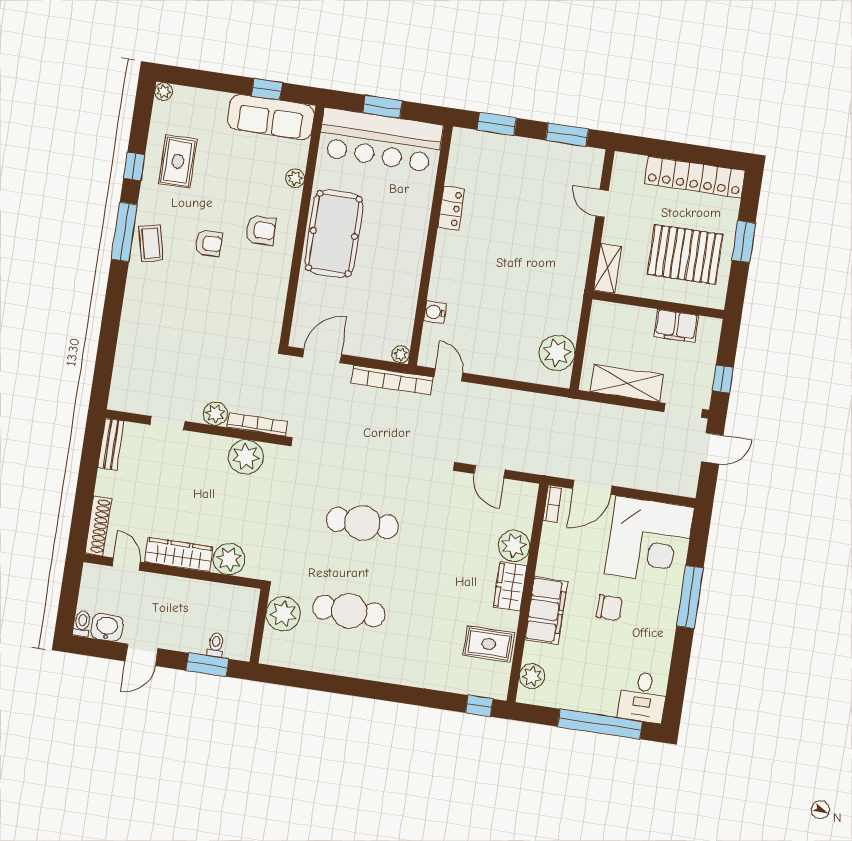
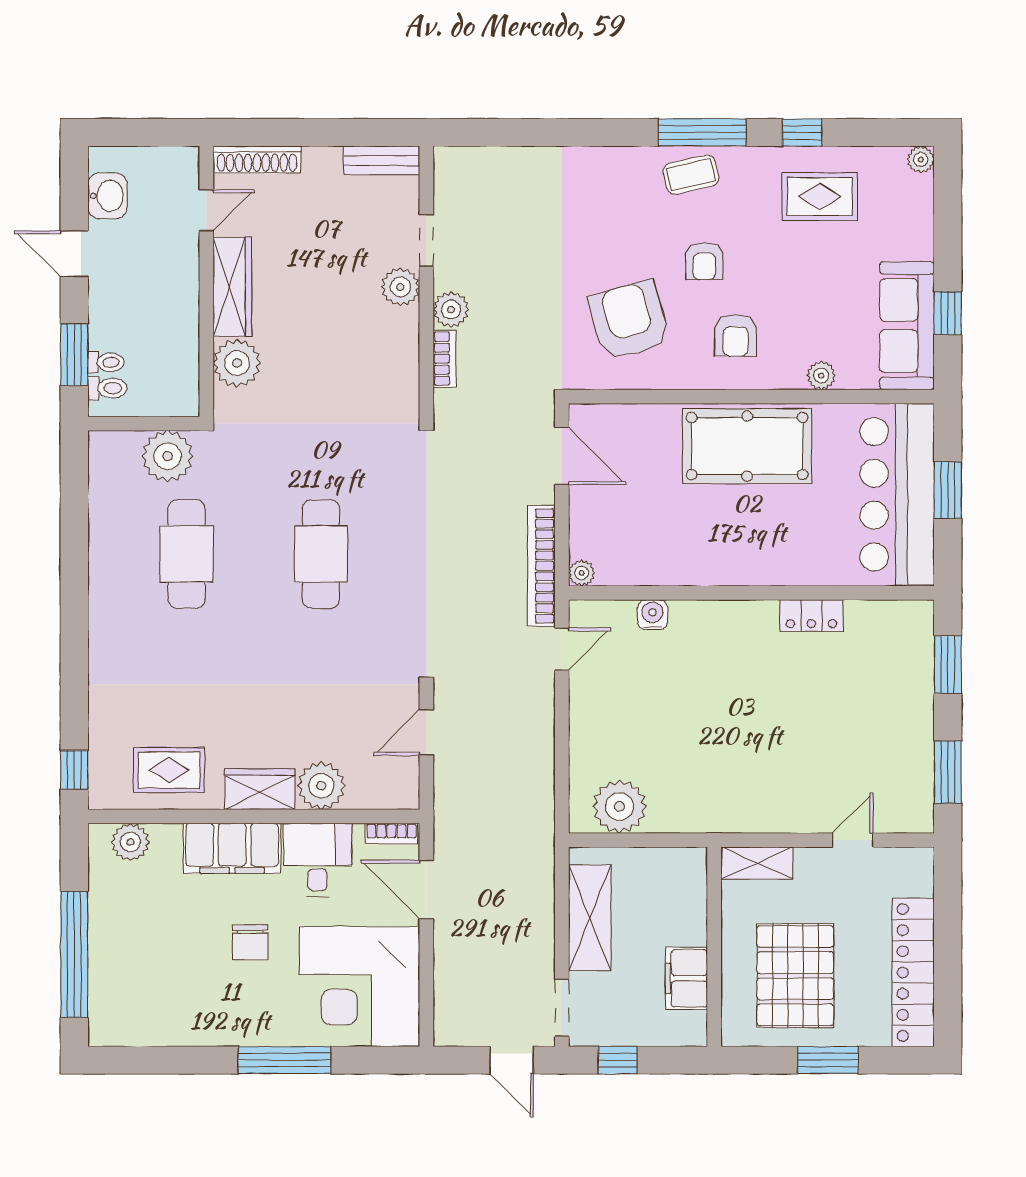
armchair: (240, 298) -> (629, 321), added
bookcase: (257, 424) -> (445, 359), width x0.64
plant: (246, 457) -> (400, 287), moved, width x0.73, depth x0.73
toilet: (82, 624) -> (107, 388), moved
rug: (489, 644) -> (169, 770), turned 90
desk: (643, 697) -> (317, 860), moved, turned 90

